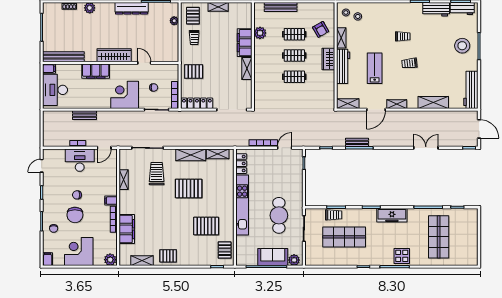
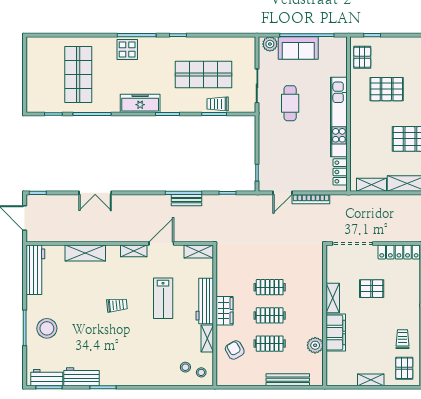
trolley: (403, 36) -> (126, 341), removed
pallet: (194, 72) -> (372, 289), moved
cafe table: (279, 215) -> (290, 103), width x0.73, depth x0.74

